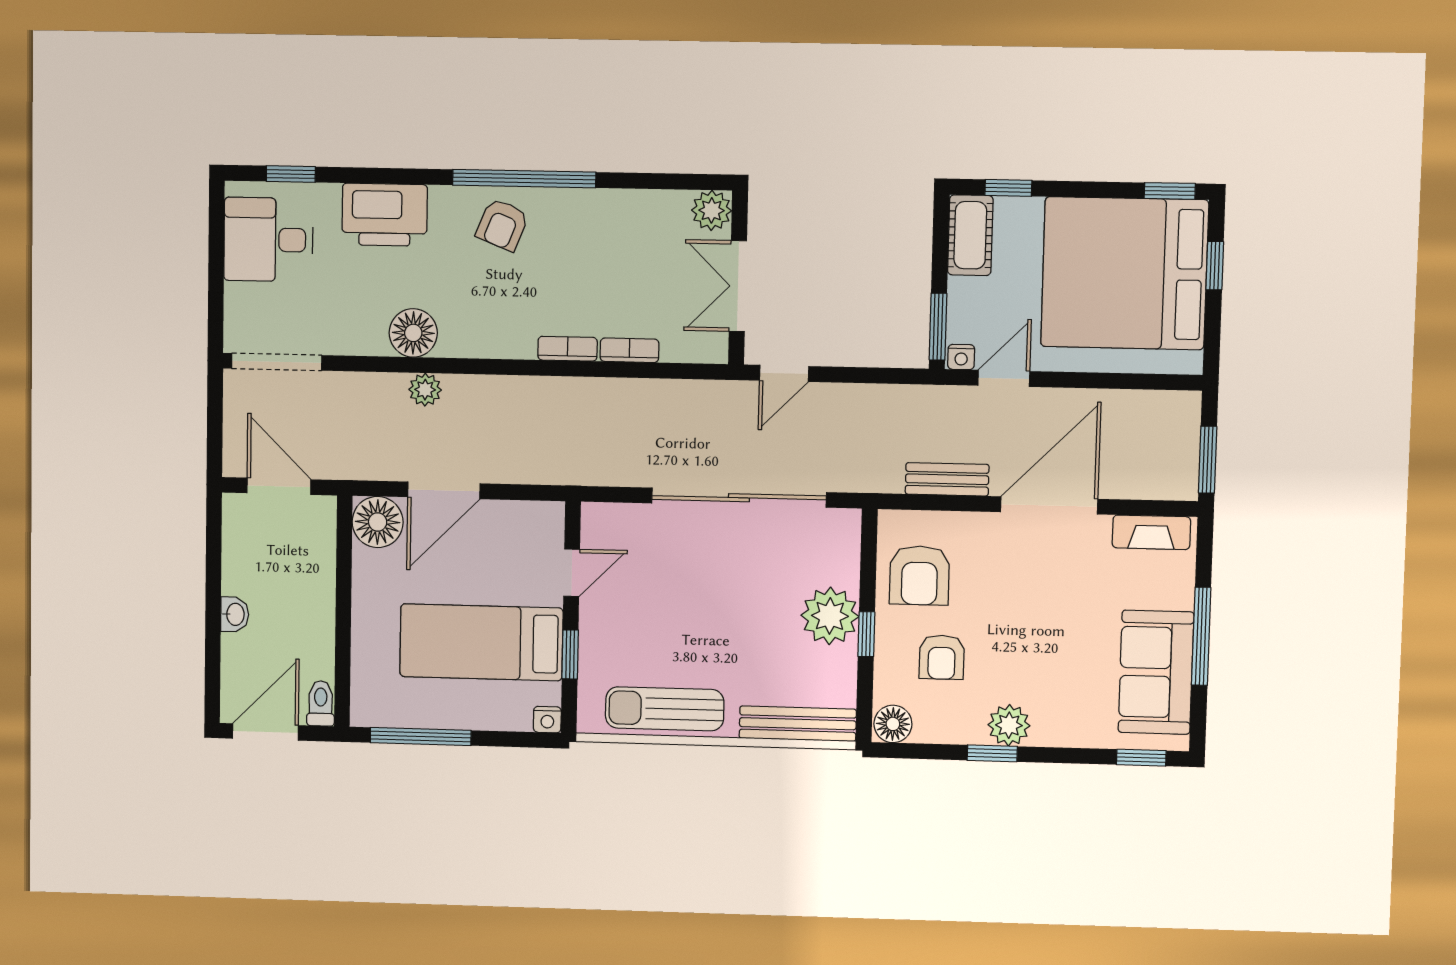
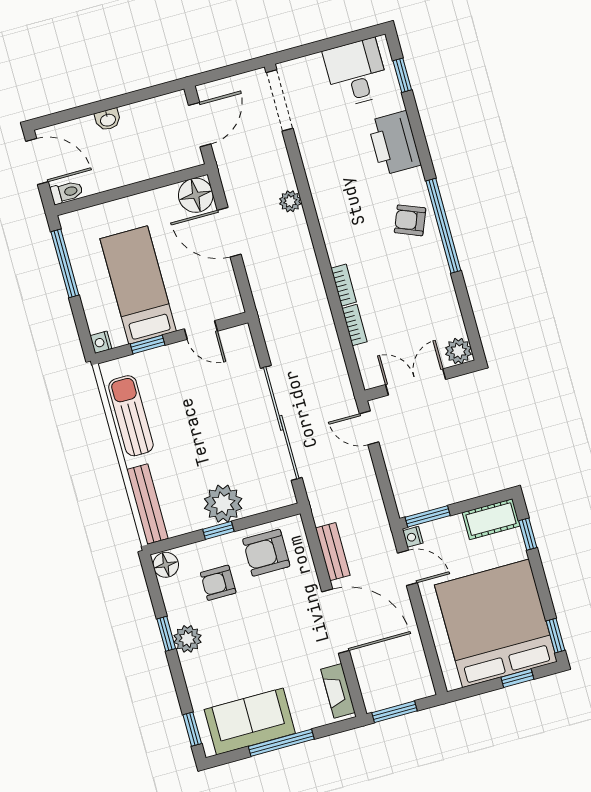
floor lamp: (413, 333) -> (324, 183), removed

